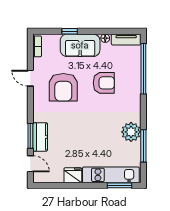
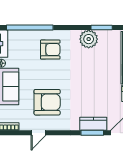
armchair: (104, 83) -> (50, 50), moved, turned 90
window: (143, 146) -> (102, 28), width x0.69

